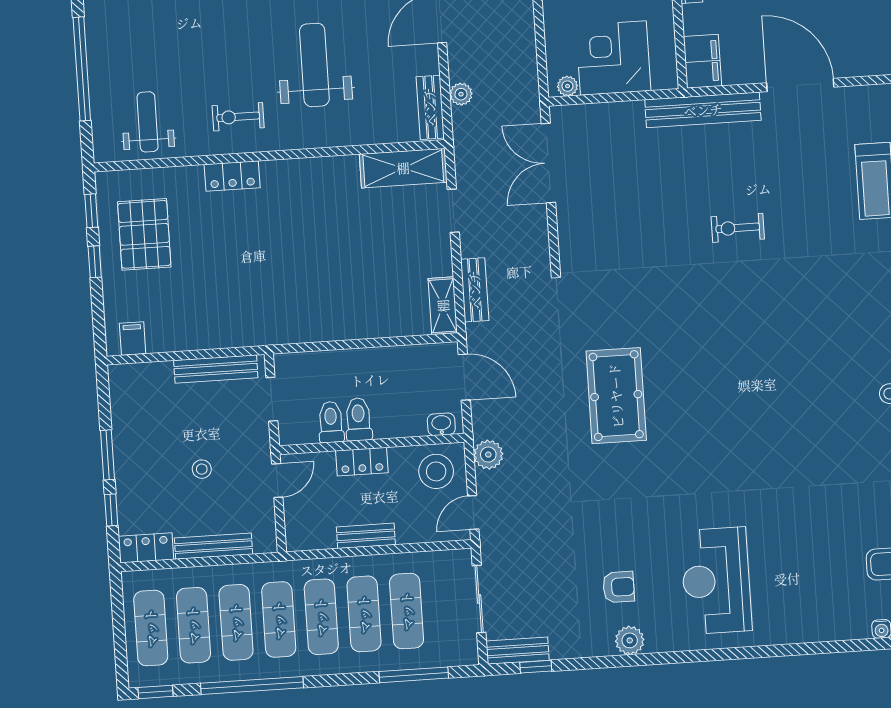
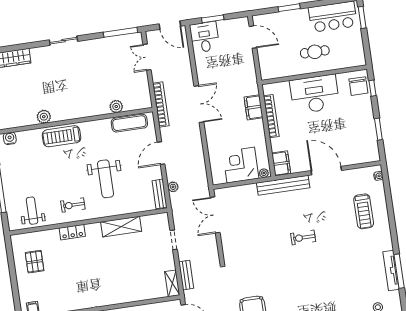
weight bench: (314, 65) -> (106, 179), turned 180
plant: (567, 86) -> (264, 173), moved
shelving: (403, 168) -> (121, 227), moved
window: (91, 211) -> (10, 253), removed
pallet: (144, 234) -> (35, 262), width x0.67, depth x0.71
window: (95, 262) -> (13, 276), removed

